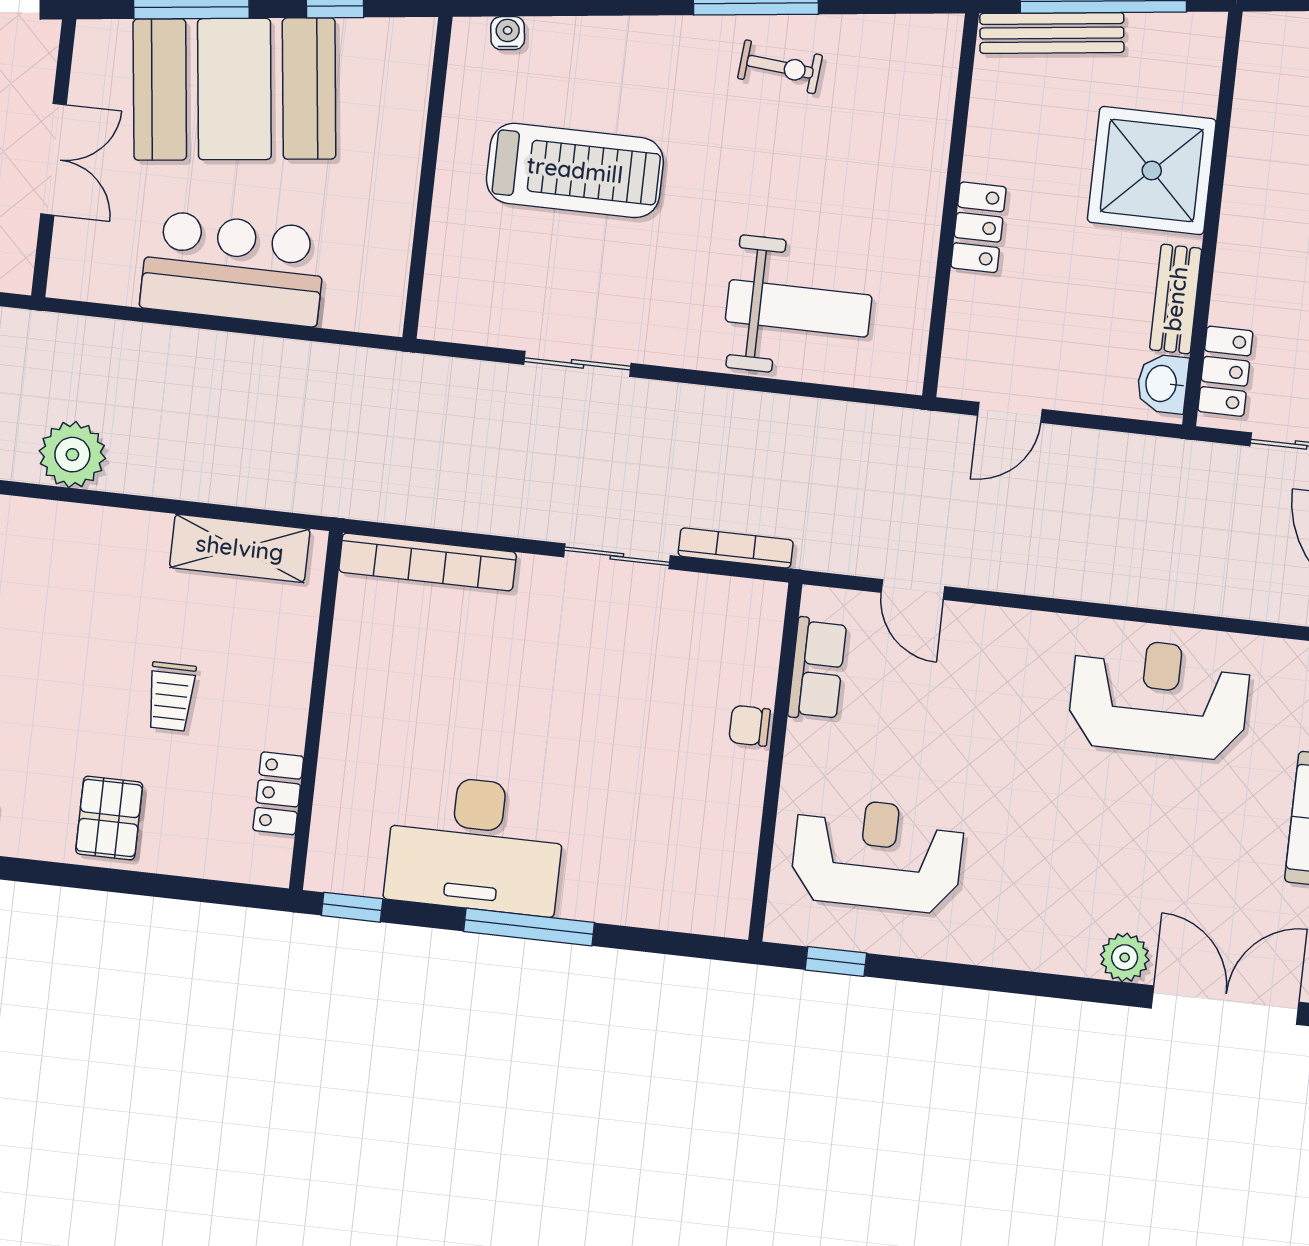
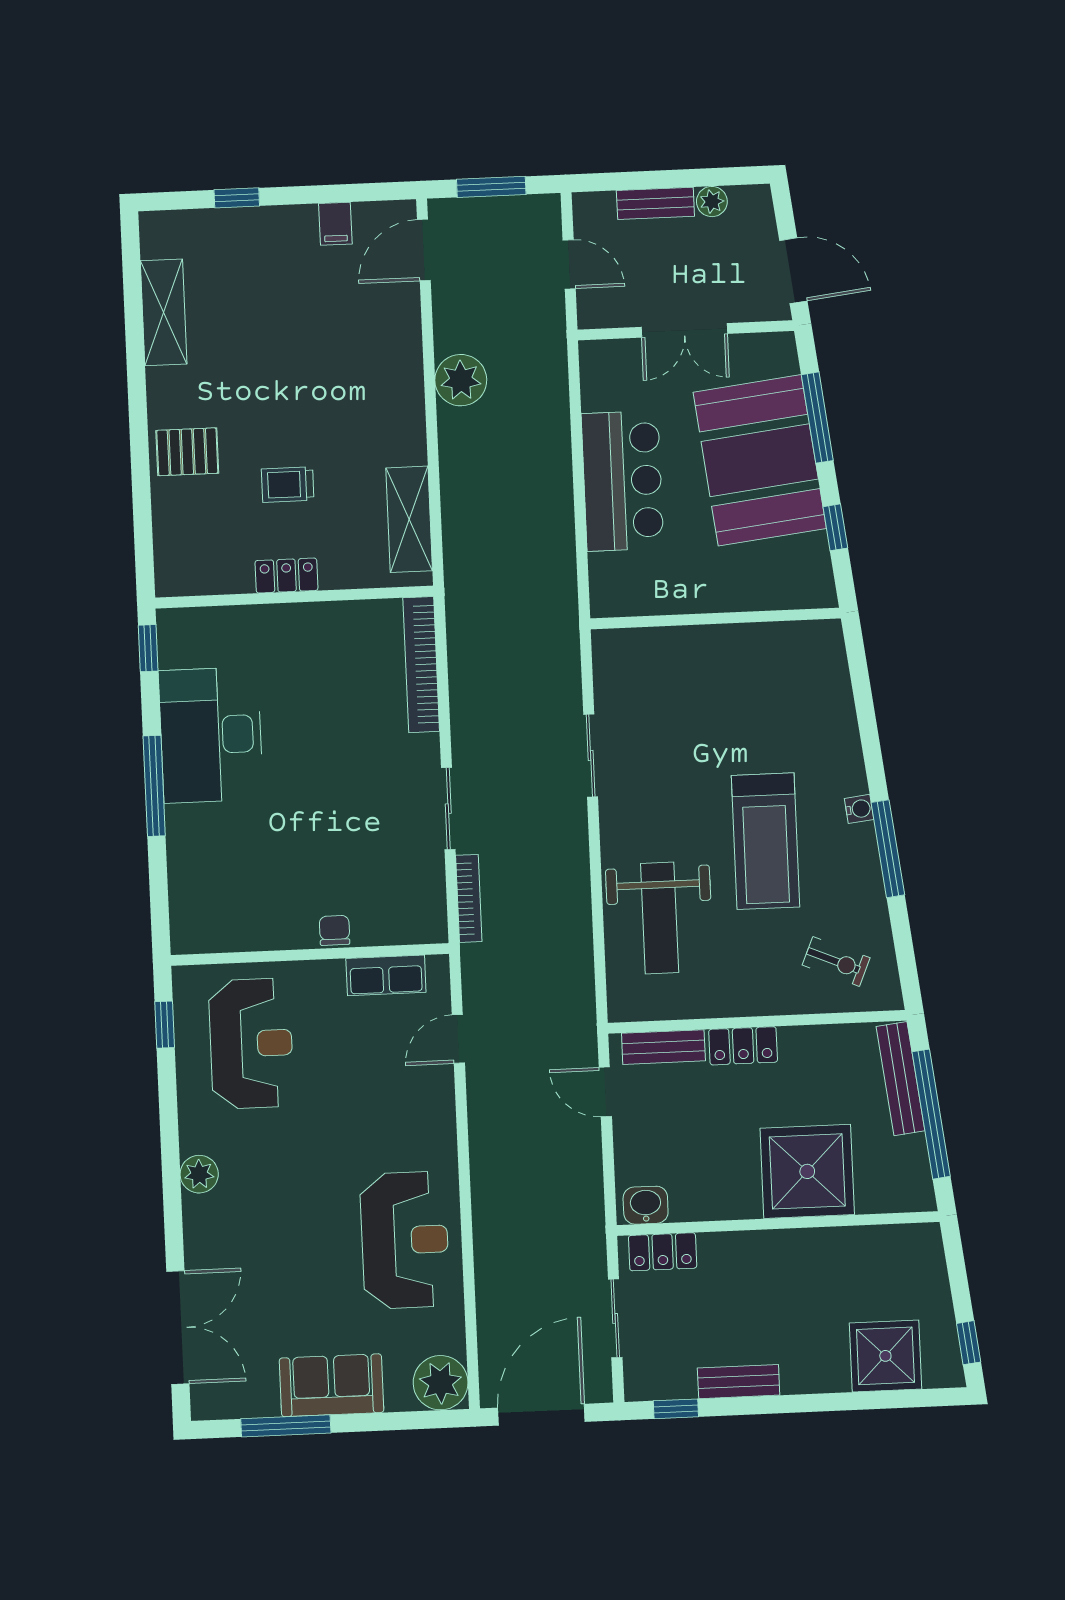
water cooler: (508, 33) -> (859, 809), moved
exercise bike: (780, 67) -> (836, 961), moved, turned -72
treadmill: (575, 170) -> (766, 841), moved
bench: (1176, 299) -> (663, 1047), moved
locker: (278, 793) -> (286, 576), moved
plant: (1125, 957) -> (199, 1174), moved

